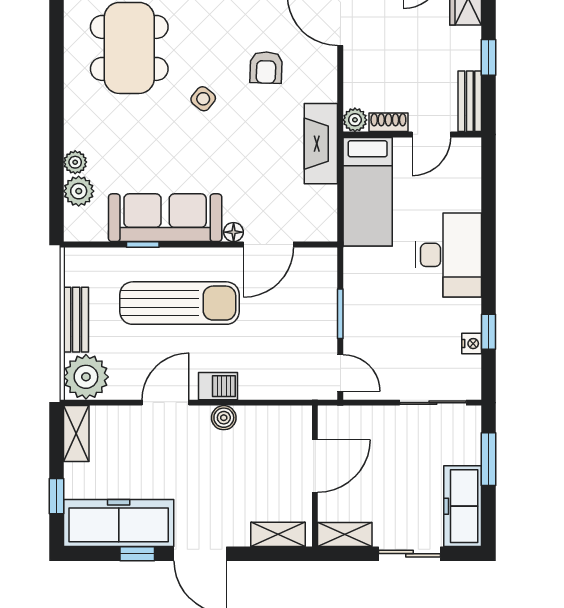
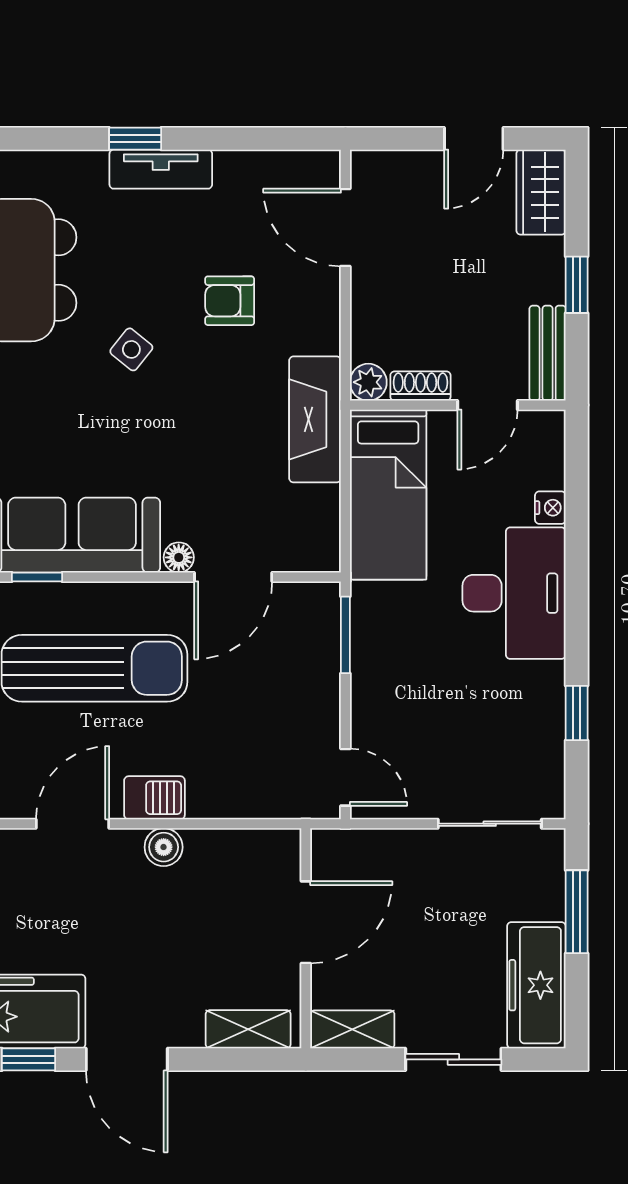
armchair: (266, 68) -> (230, 301), turned 88
window: (340, 314) -> (345, 635), moved
nightstand: (472, 344) -> (550, 508), moved

